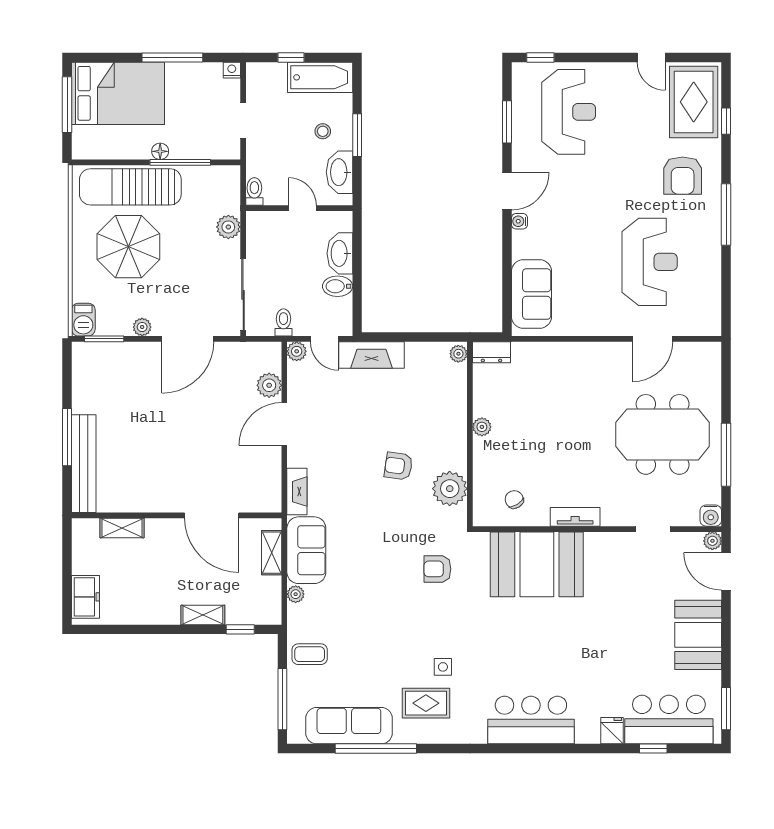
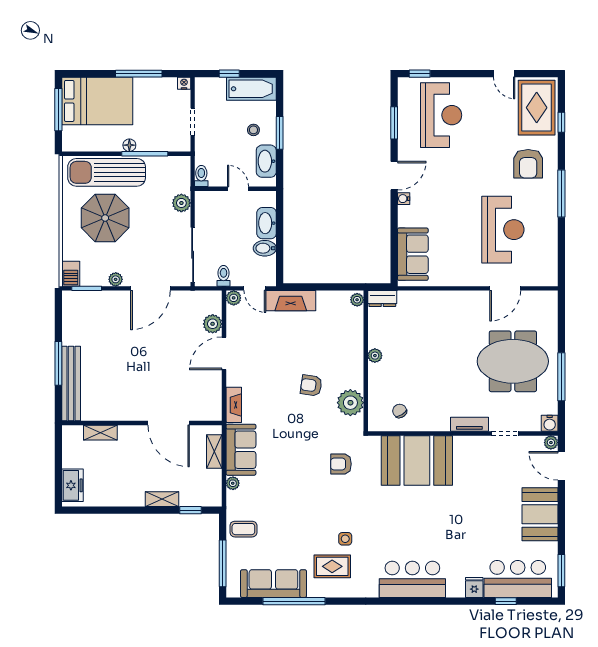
tv unit: (575, 517) -> (469, 424), moved

